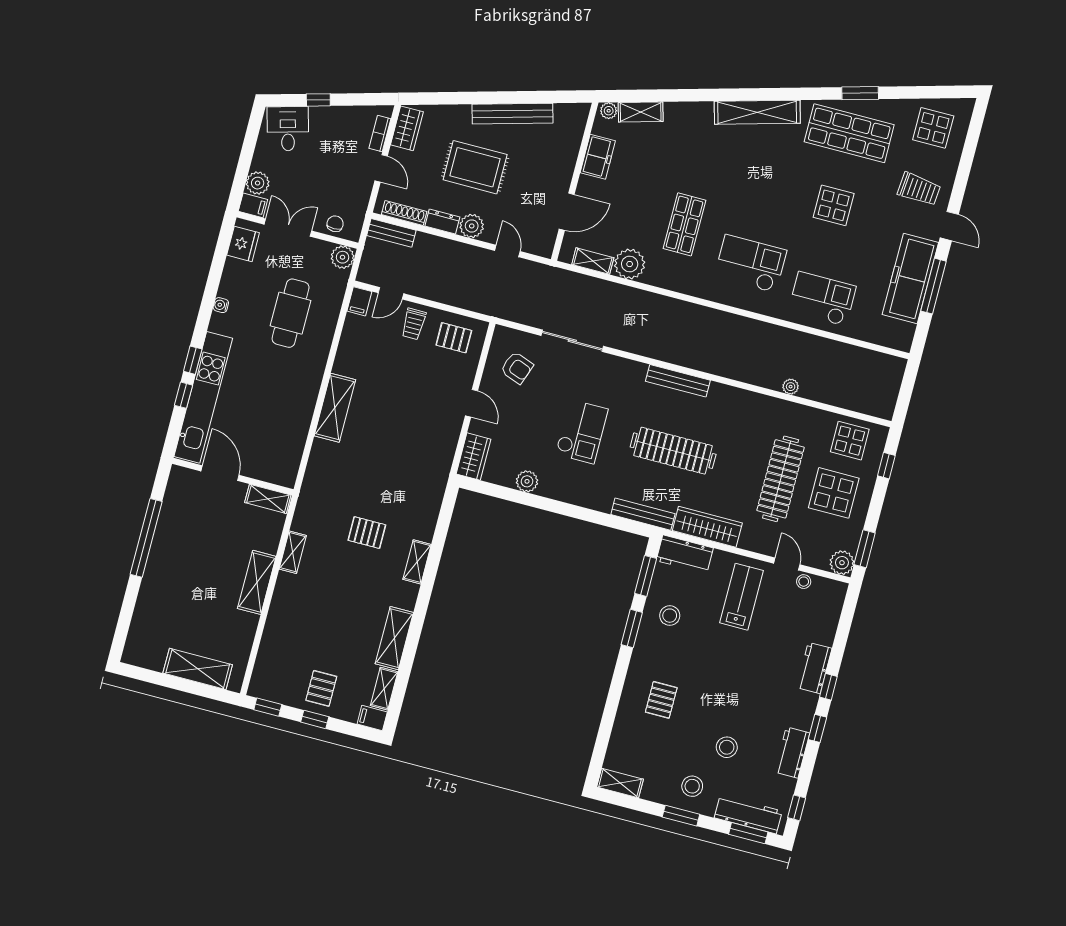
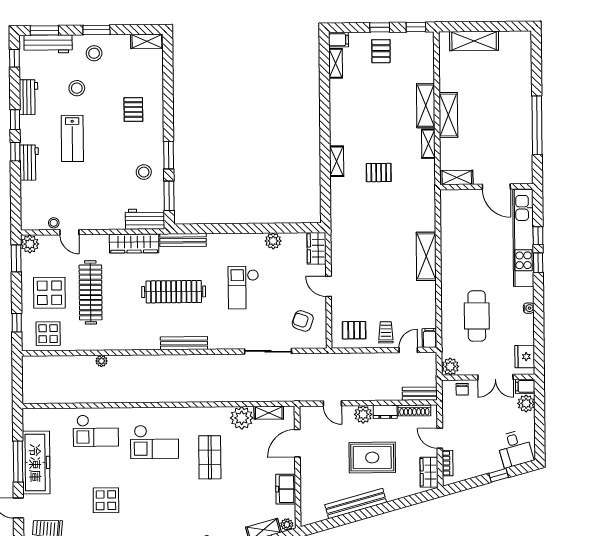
lab bench: (742, 597) -> (72, 138), moved
shelving: (394, 638) -> (426, 106), moved

